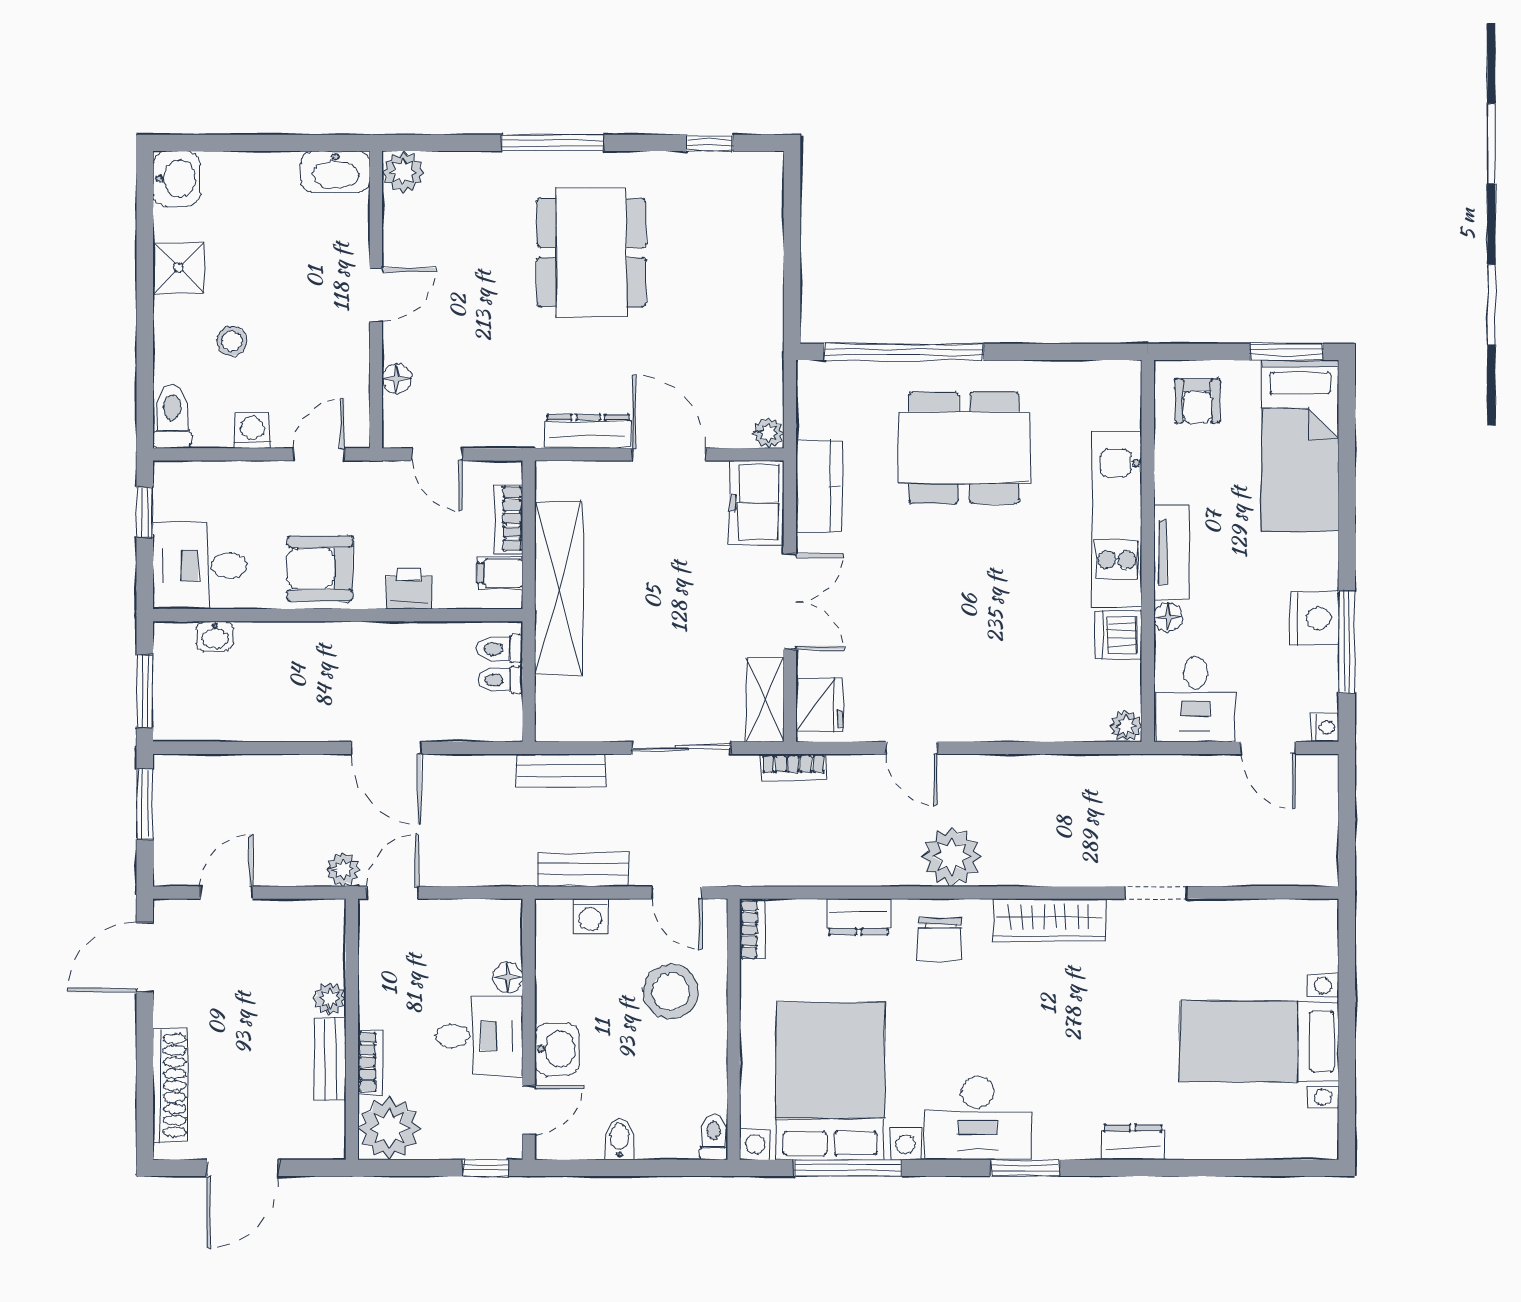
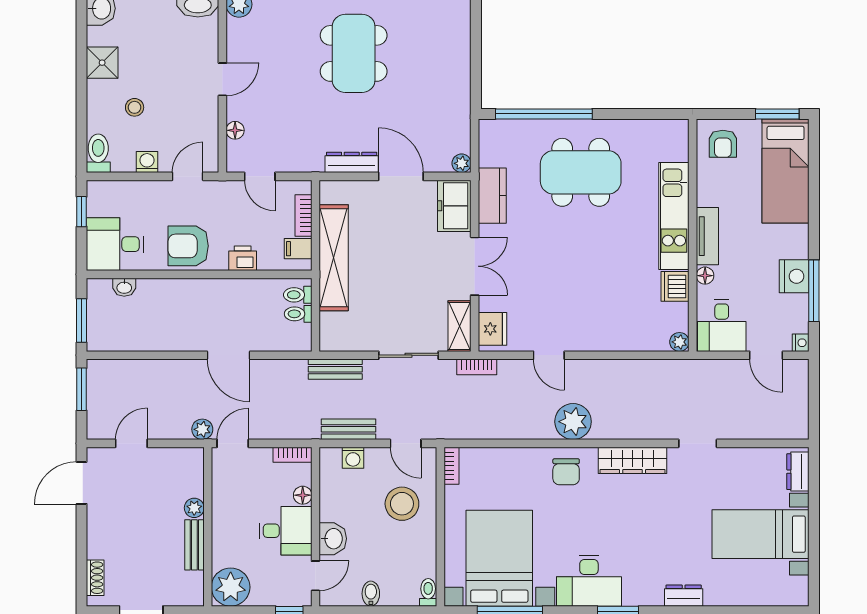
dresser: (859, 917) -> (798, 472), moved, turned 90
bookcase: (370, 1062) -> (292, 455), moved, turned 90
shoe rack: (170, 1085) -> (95, 578), width x0.51, depth x0.81

